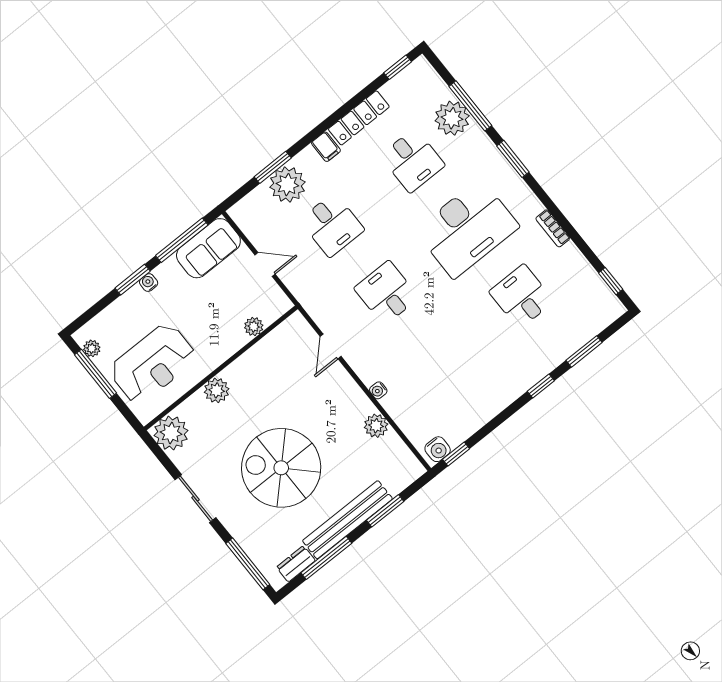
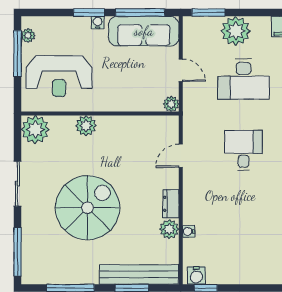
window: (273, 167) -> (208, 13), moved
desk: (332, 225) -> (243, 79), width x1.37
sofa: (208, 248) -> (144, 31), width x1.36
plant: (254, 326) -> (171, 104), moved
water cooler: (378, 390) -> (189, 231), moved
spiral stairs: (281, 468) -> (88, 208), turned 90
bench: (347, 520) -> (139, 274), moved
dresser: (296, 564) -> (171, 204), moved, turned -90

